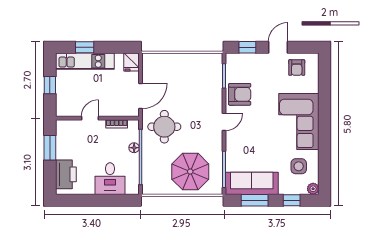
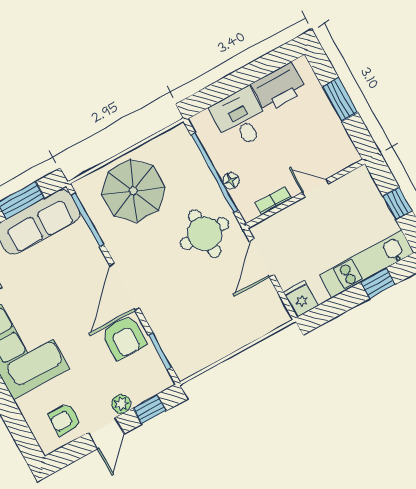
plant: (261, 59) -> (121, 404), added
armchair: (297, 68) -> (65, 419), turned -90
armchair: (240, 94) -> (124, 338), turned -90
door: (90, 118) -> (316, 188), swing flipped
door: (224, 122) -> (124, 287), width x1.87
window: (50, 148) -> (340, 100), moved
printer: (66, 174) -> (279, 87), moved, turned -90

